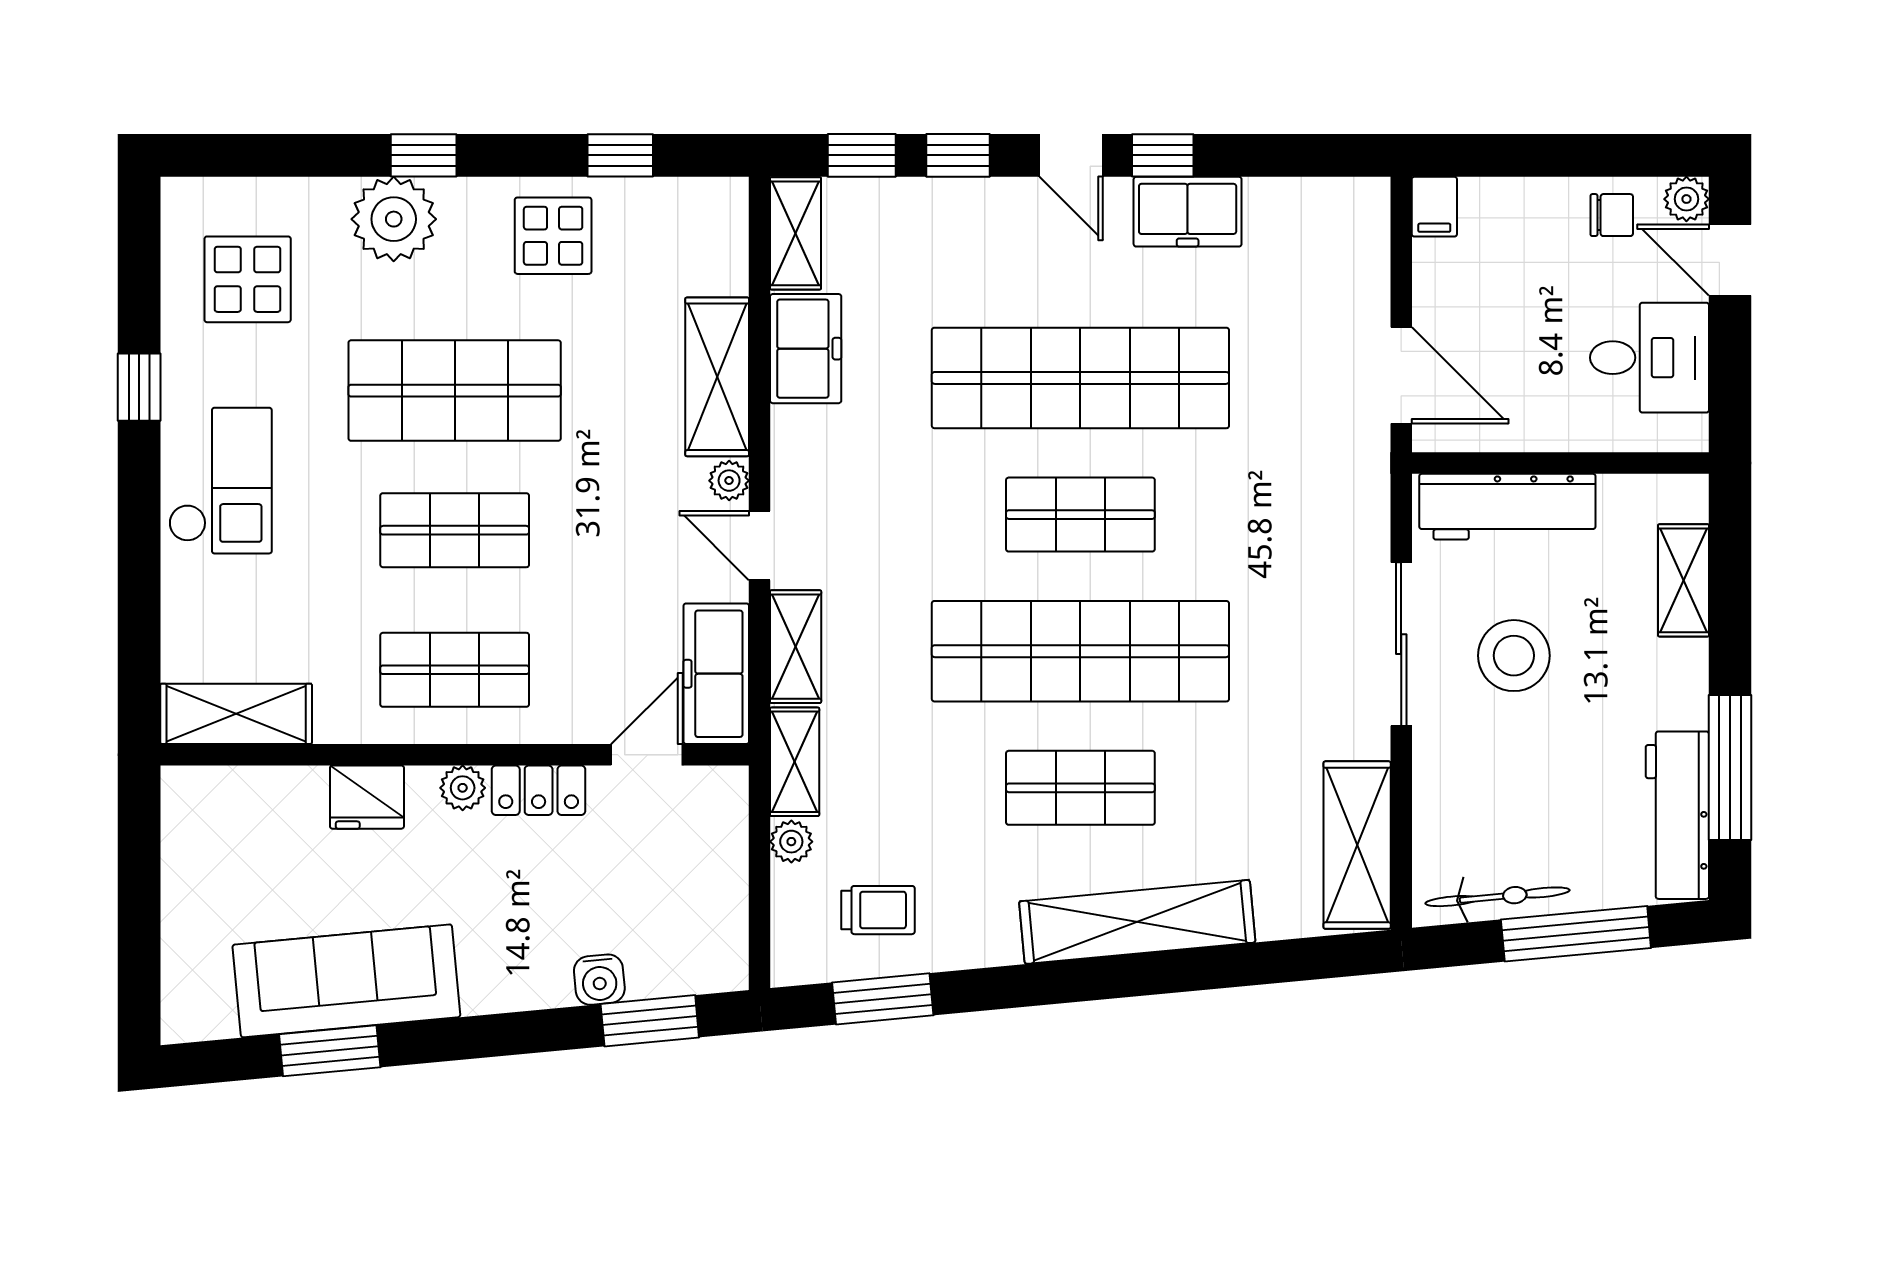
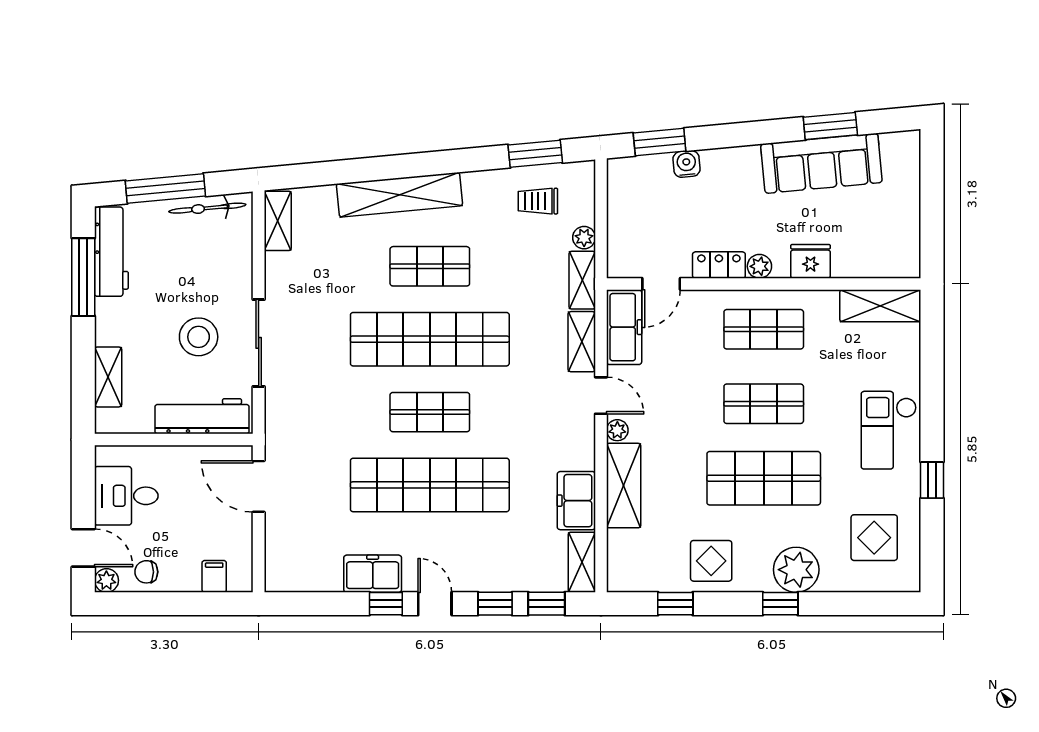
filing cabinet: (1434, 207) -> (214, 576), moved
shelving: (1357, 845) -> (278, 221), width x0.67, depth x0.75

